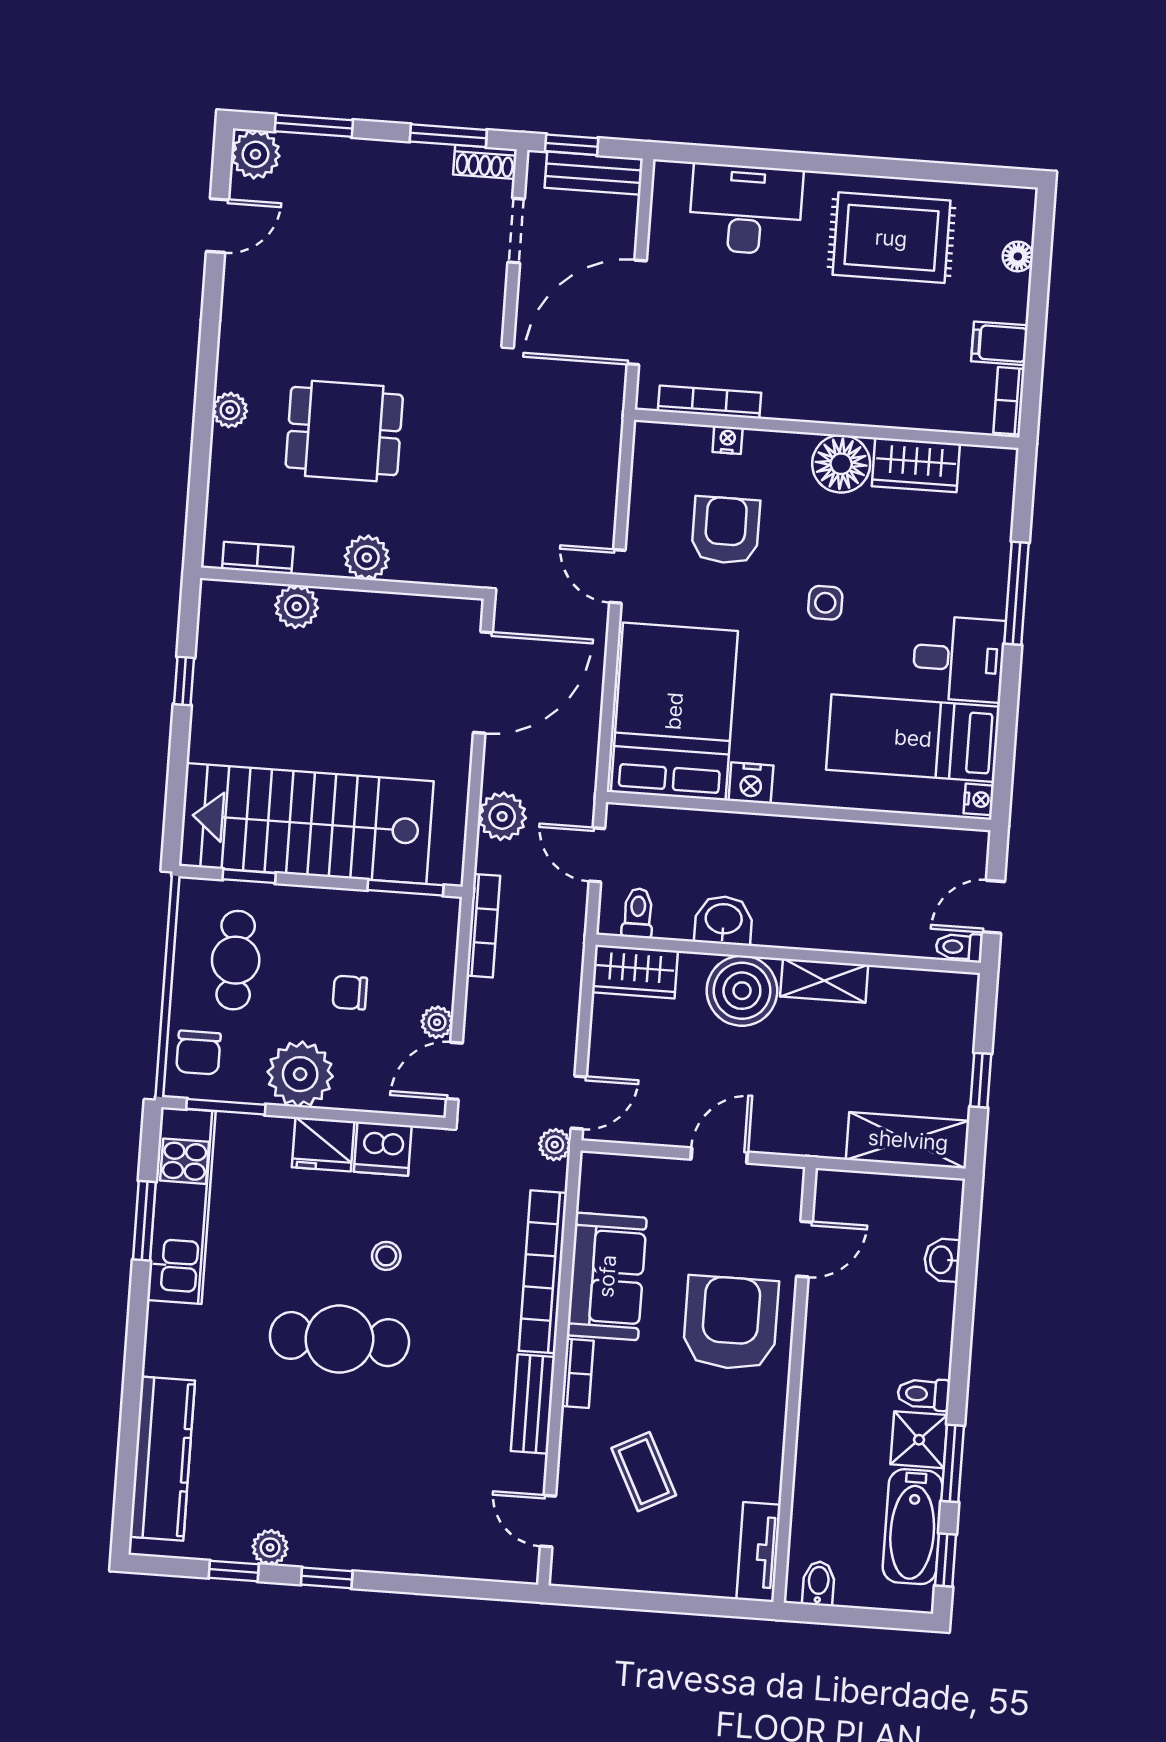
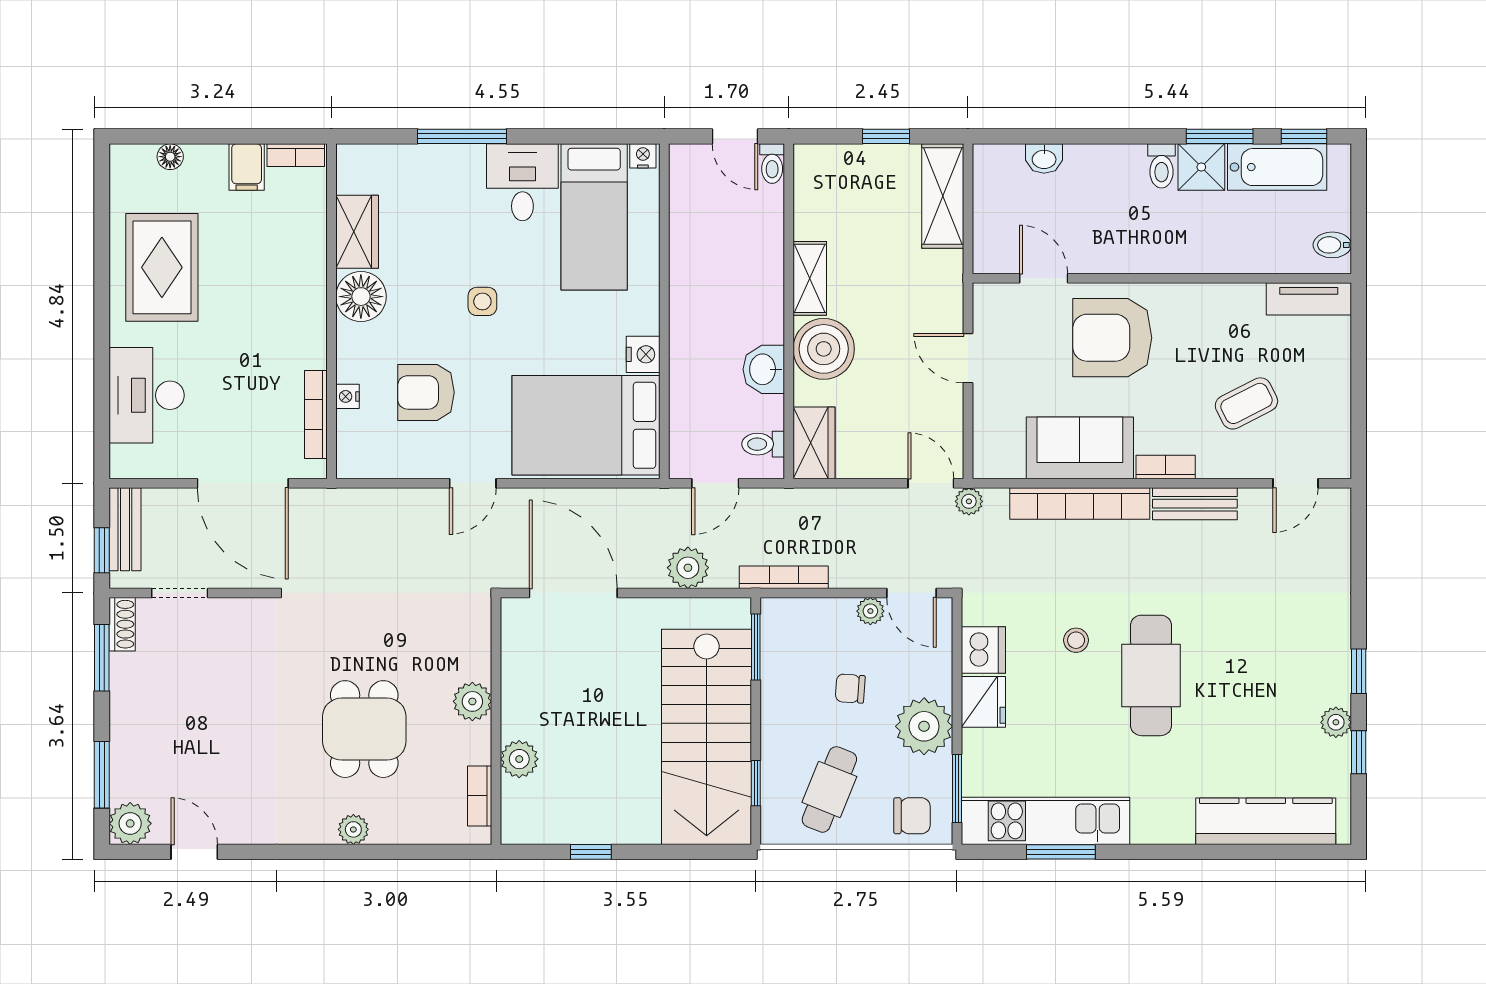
cafe table: (236, 960) -> (829, 789), turned -68
chair: (350, 993) -> (850, 689), turned 94

